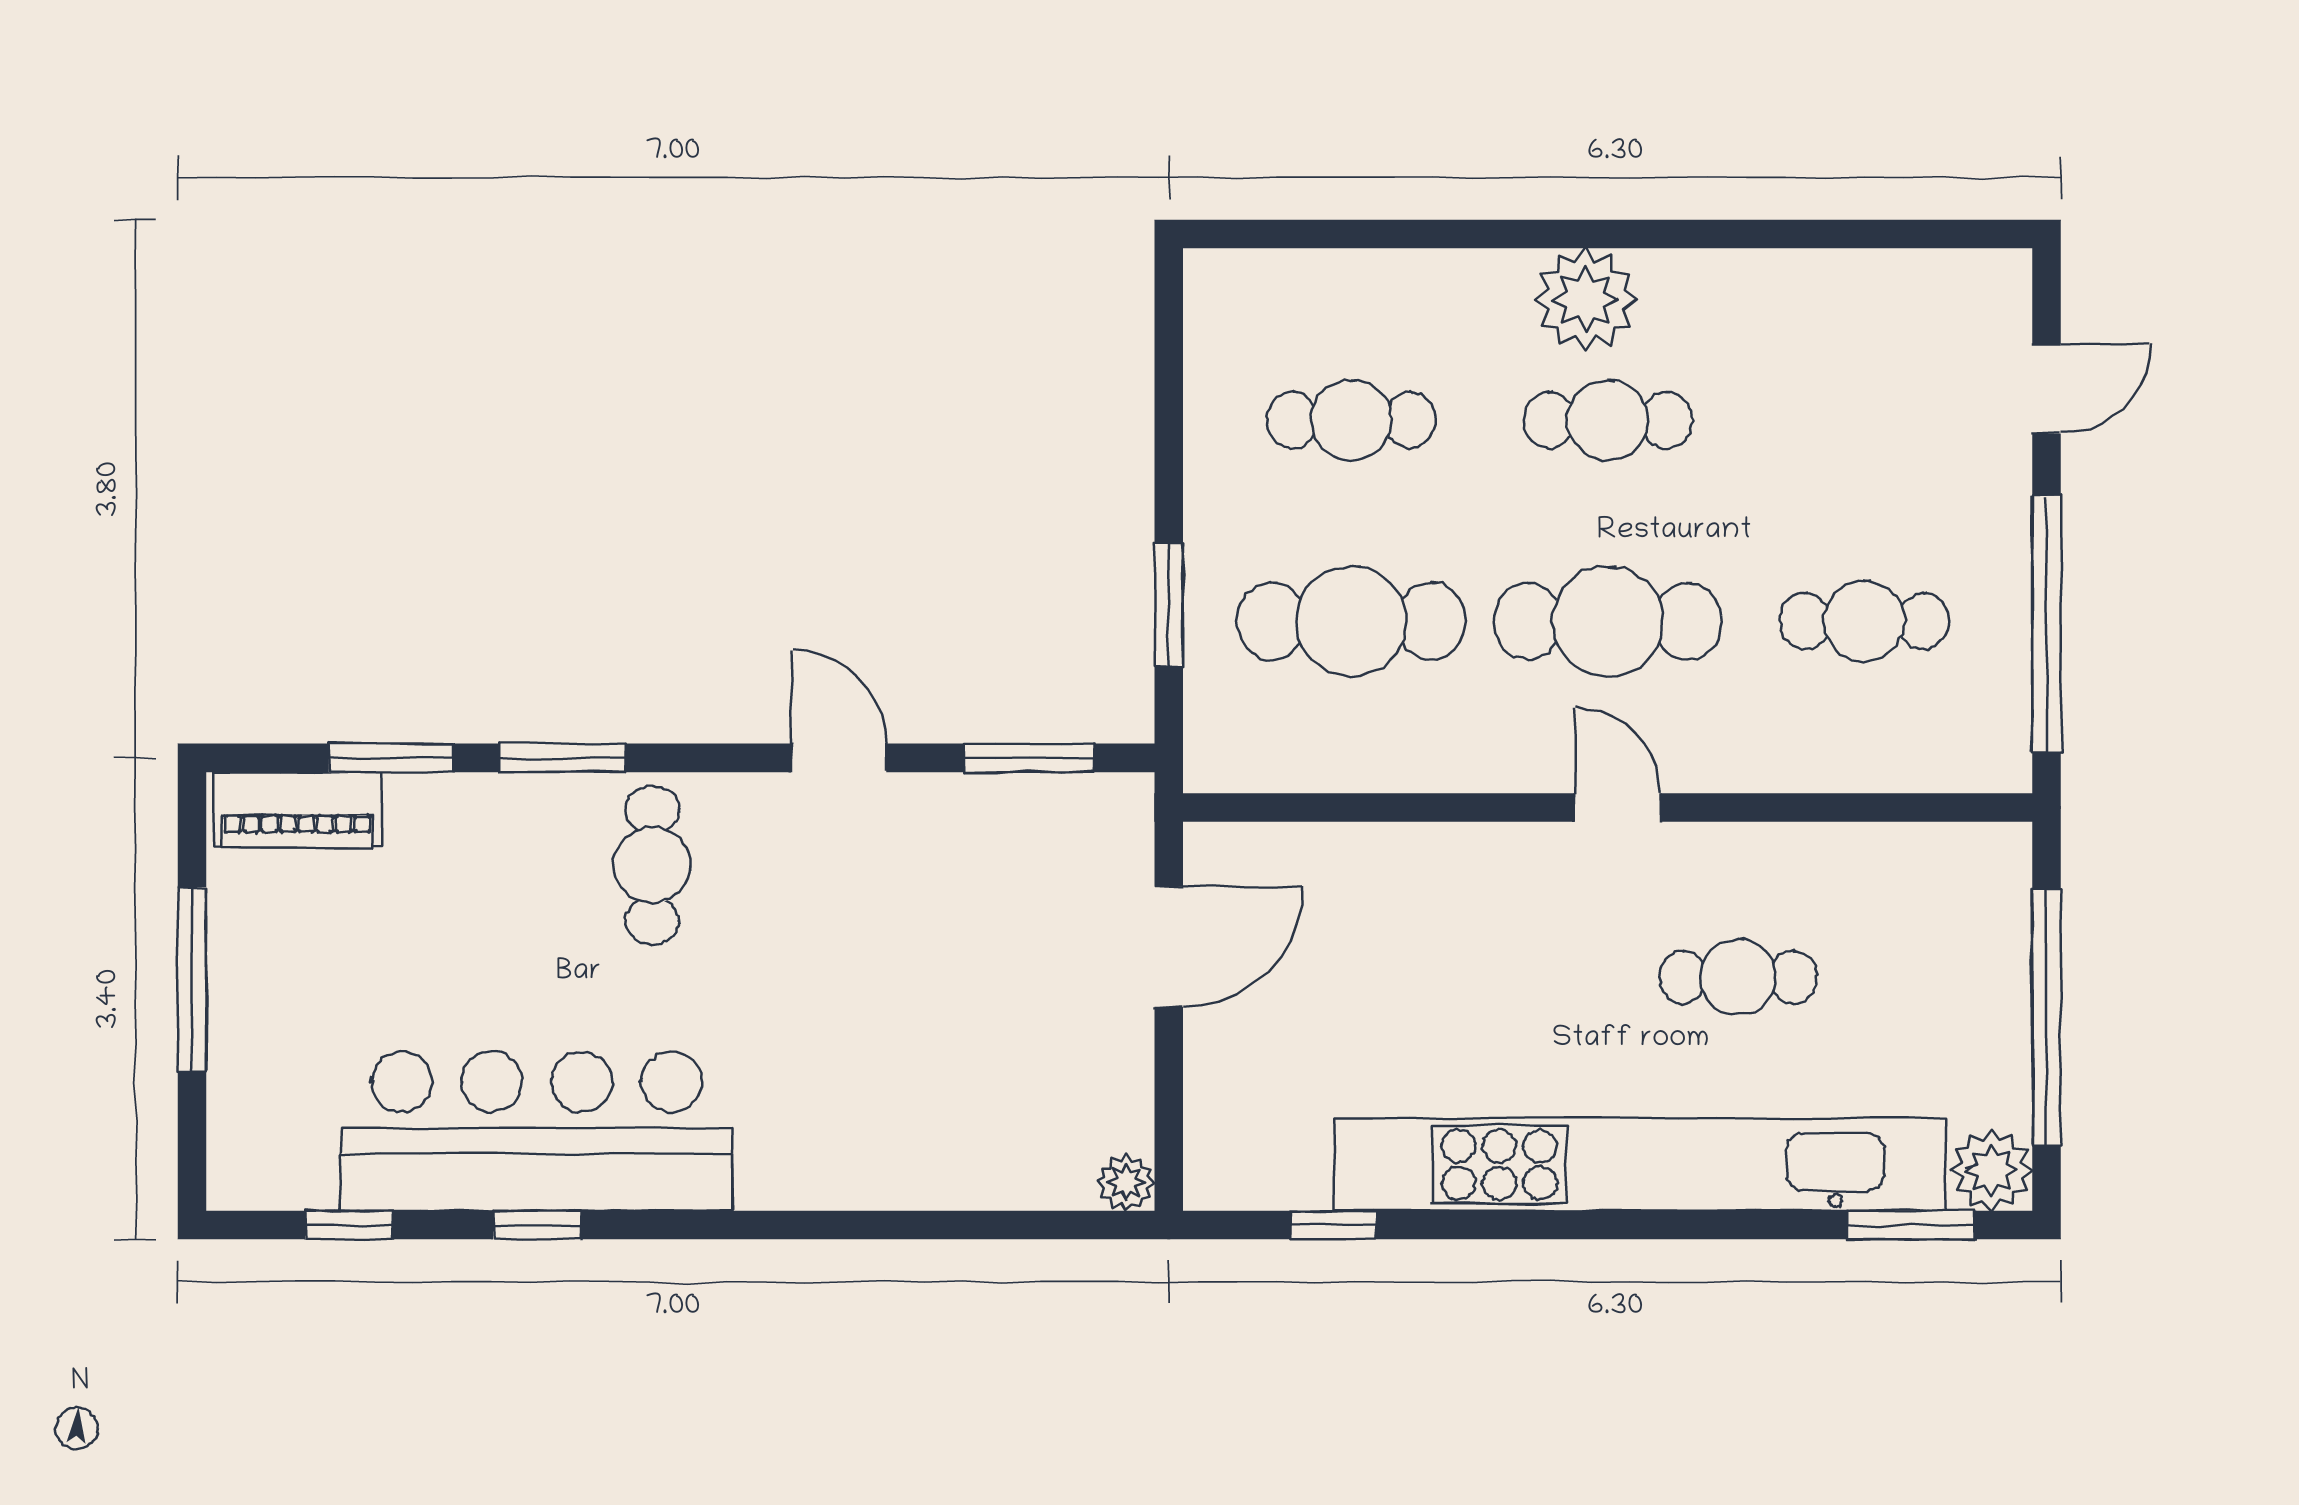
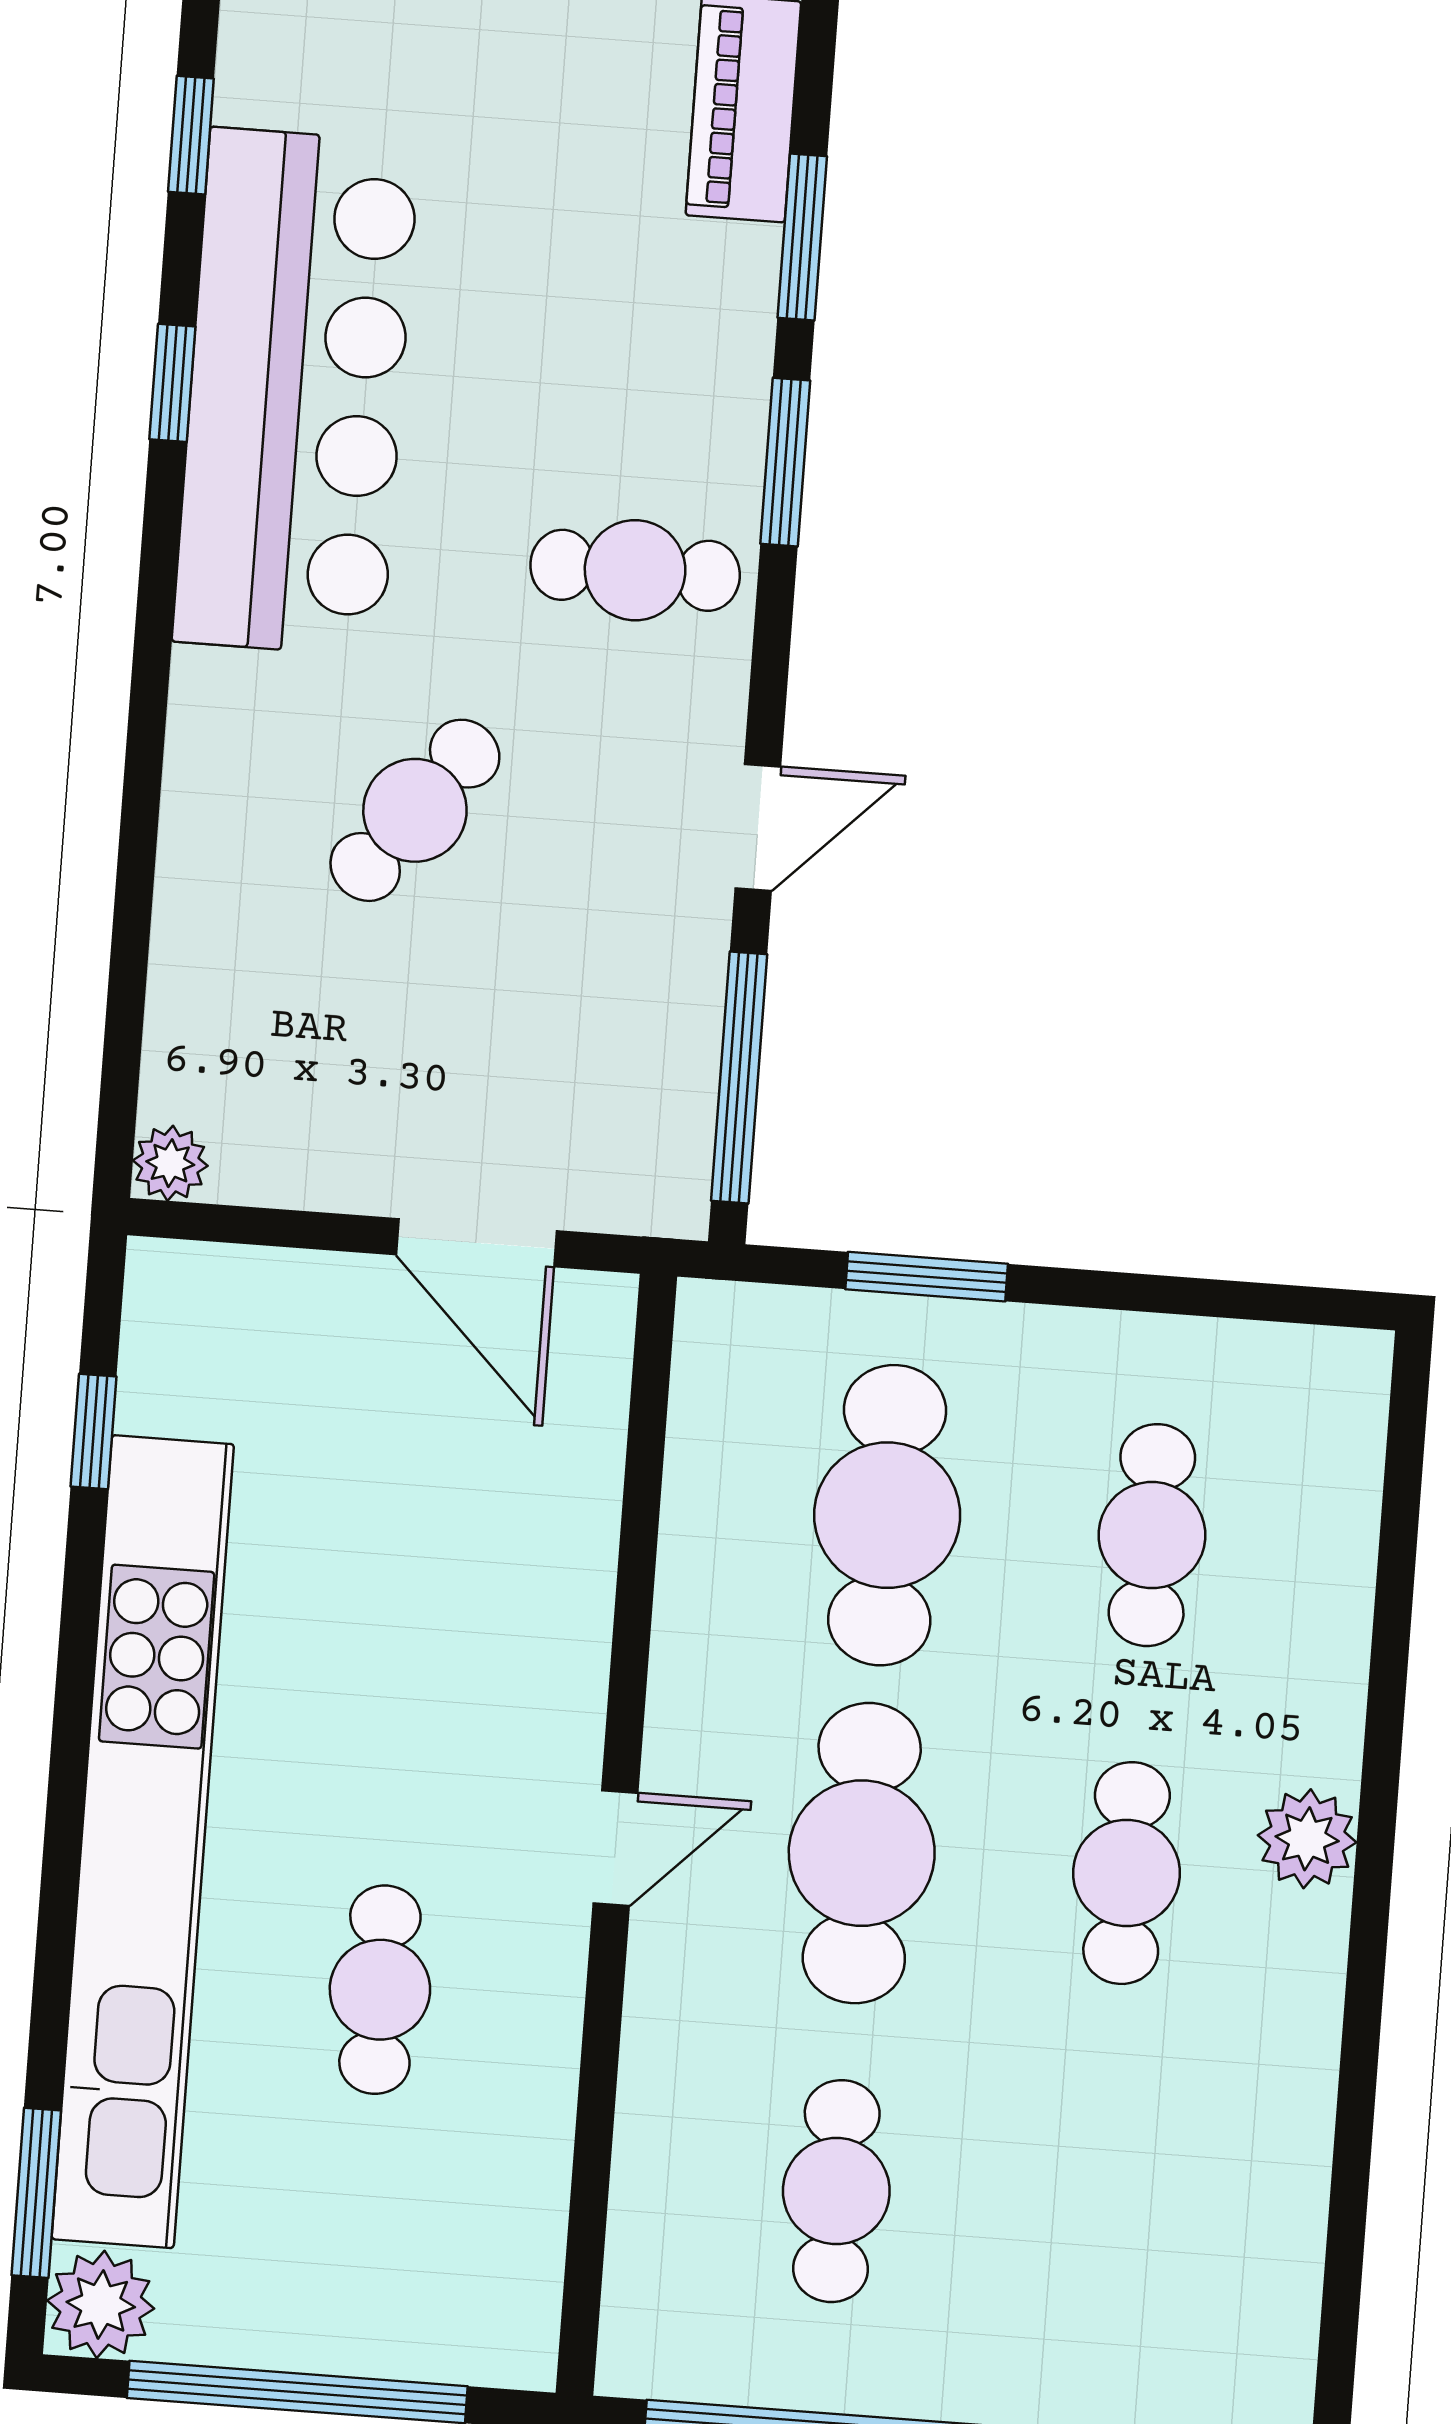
plant: (1585, 300) -> (1307, 1839), width x0.73, depth x0.73
window: (1029, 758) -> (739, 1078), width x1.44
cafe table: (846, 1018) -> (415, 810), added

